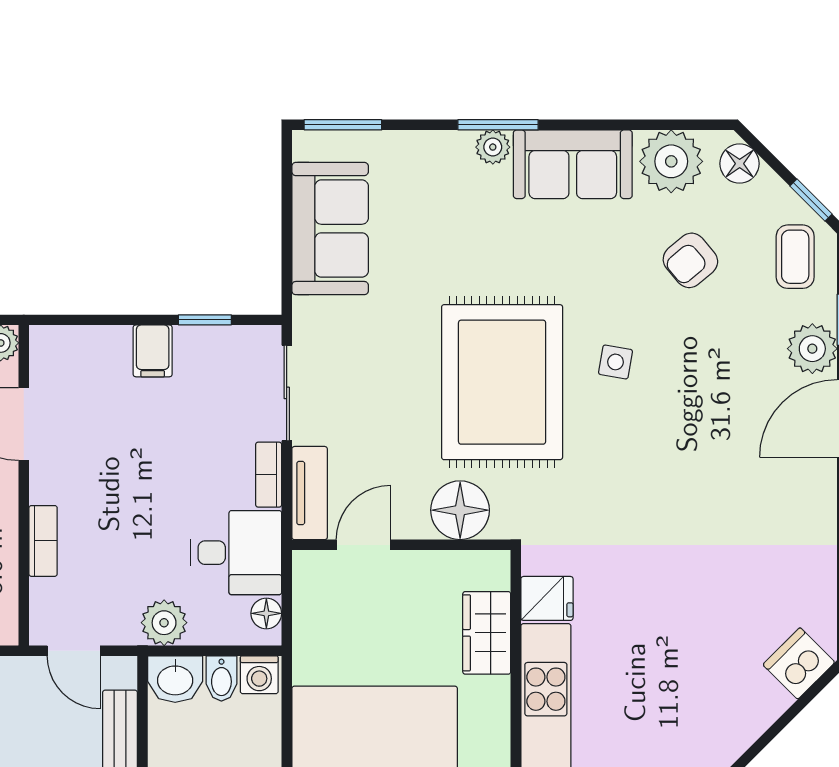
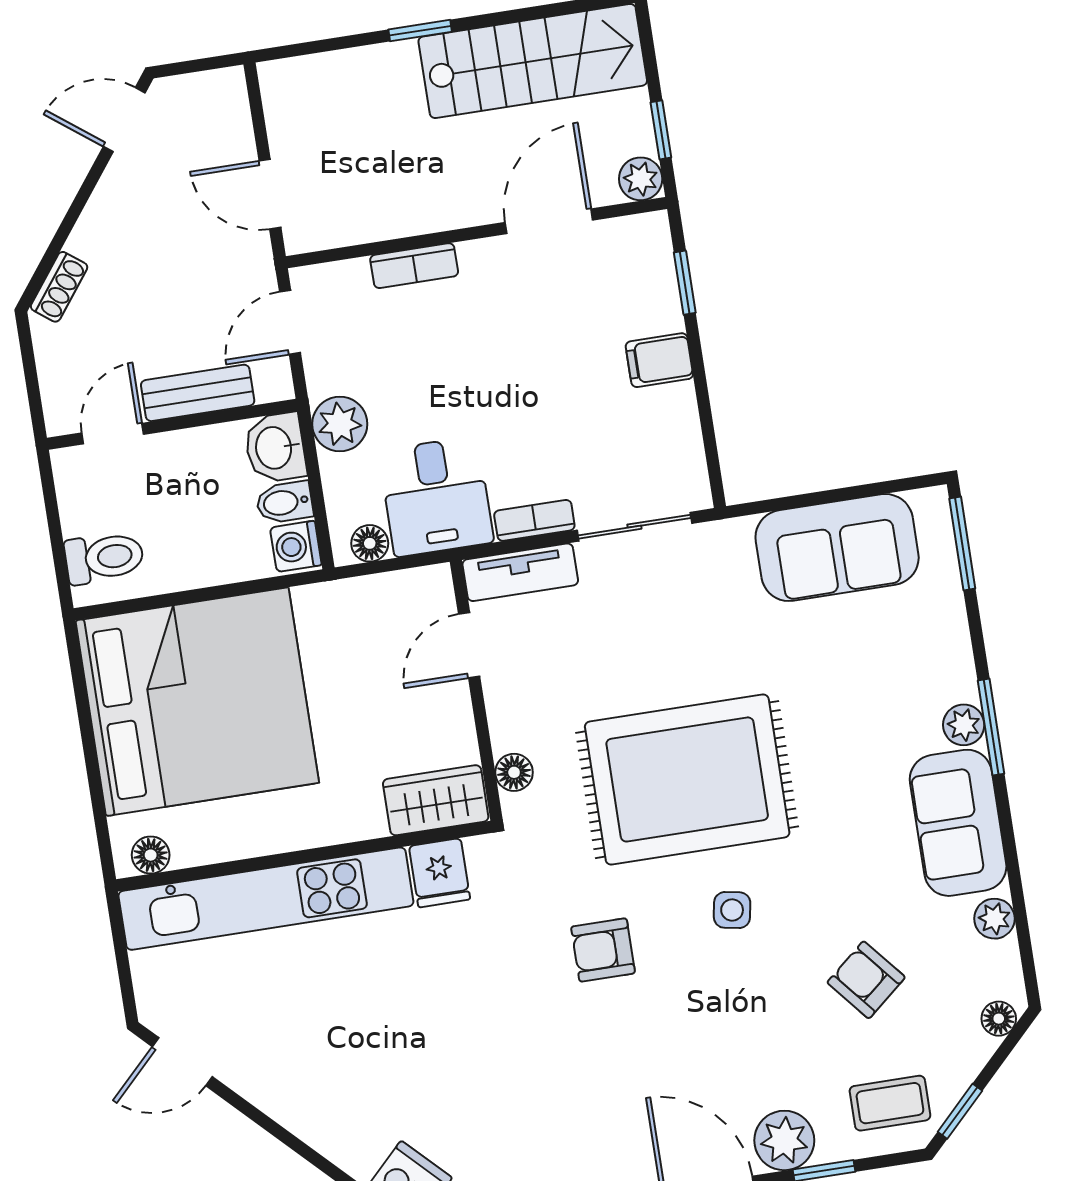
plant: (671, 161) -> (994, 919), width x0.53, depth x0.53
floor lamp: (740, 164) -> (999, 1019), width x0.73, depth x0.73
window: (205, 320) -> (685, 283), moved
armchair: (632, 474) -> (603, 950), added
floor lamp: (460, 510) -> (514, 772), width x0.53, depth x0.53
door: (363, 545) -> (469, 645), swing flipped
wardrobe: (487, 633) -> (436, 800), moved

